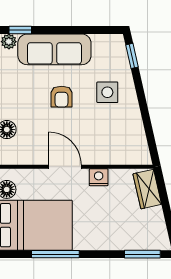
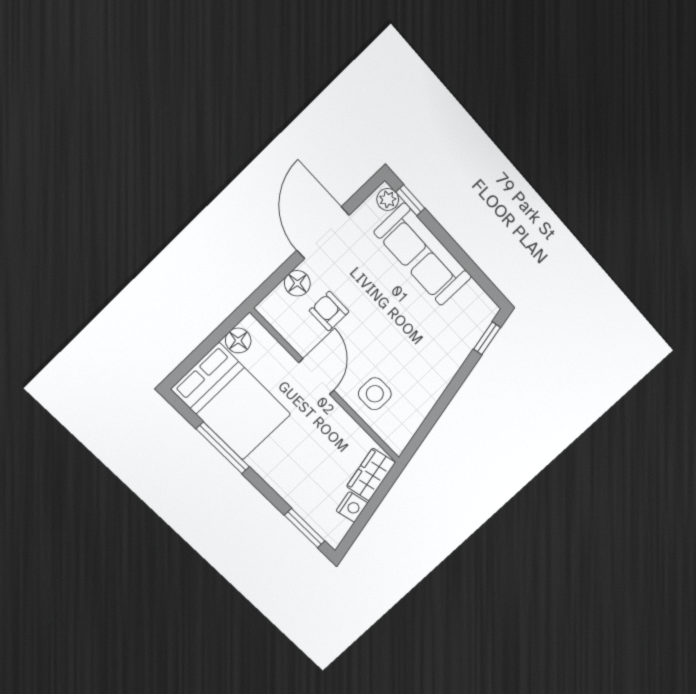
side table: (107, 92) -> (375, 394), moved
armchair: (62, 97) -> (329, 311), moved, turned 90
nightstand: (99, 177) -> (352, 507), moved, turned 77

